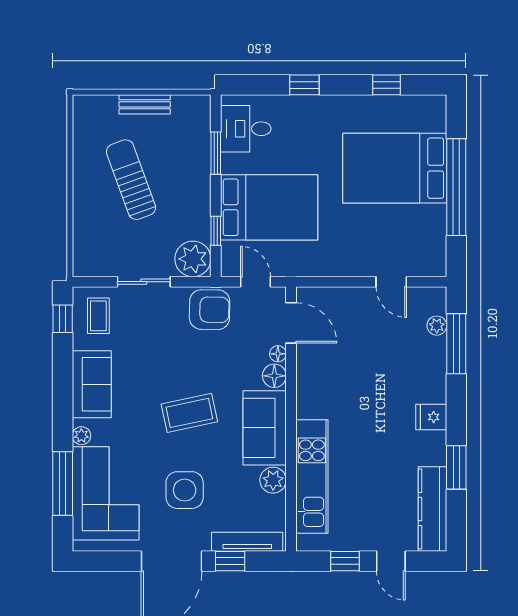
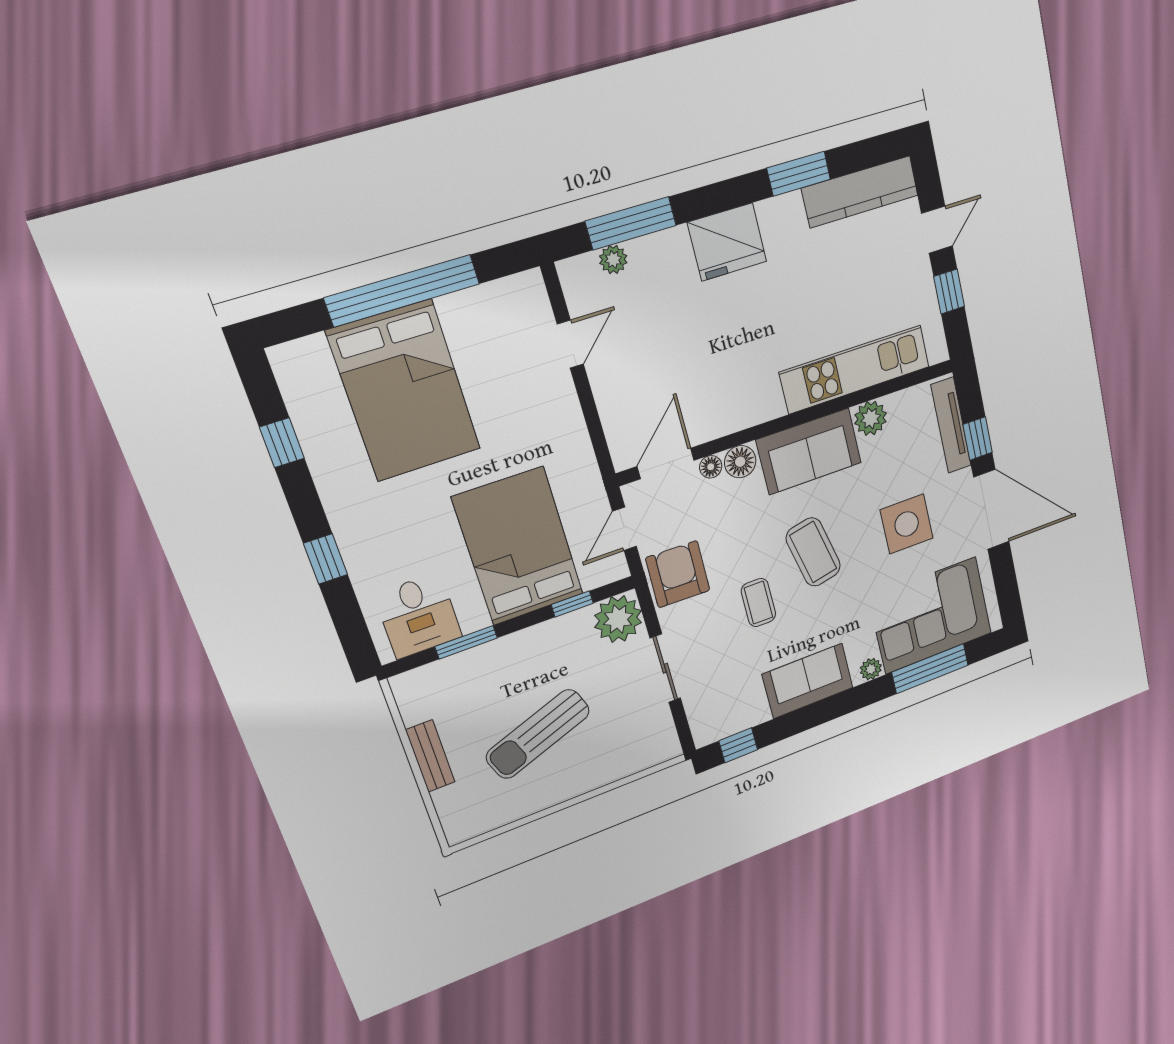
coffee table: (98, 316) -> (758, 603), moved, turned 90
fridge: (431, 417) -> (727, 242), width x1.88, depth x1.34

